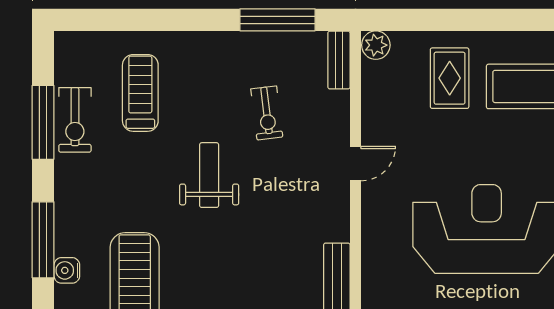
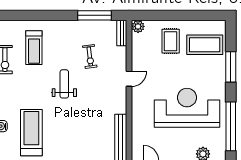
treadmill: (140, 93) -> (34, 48), turned 180

